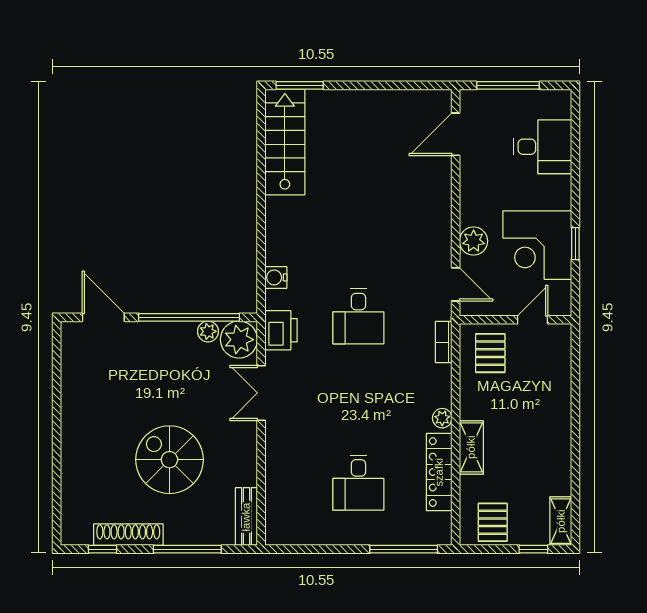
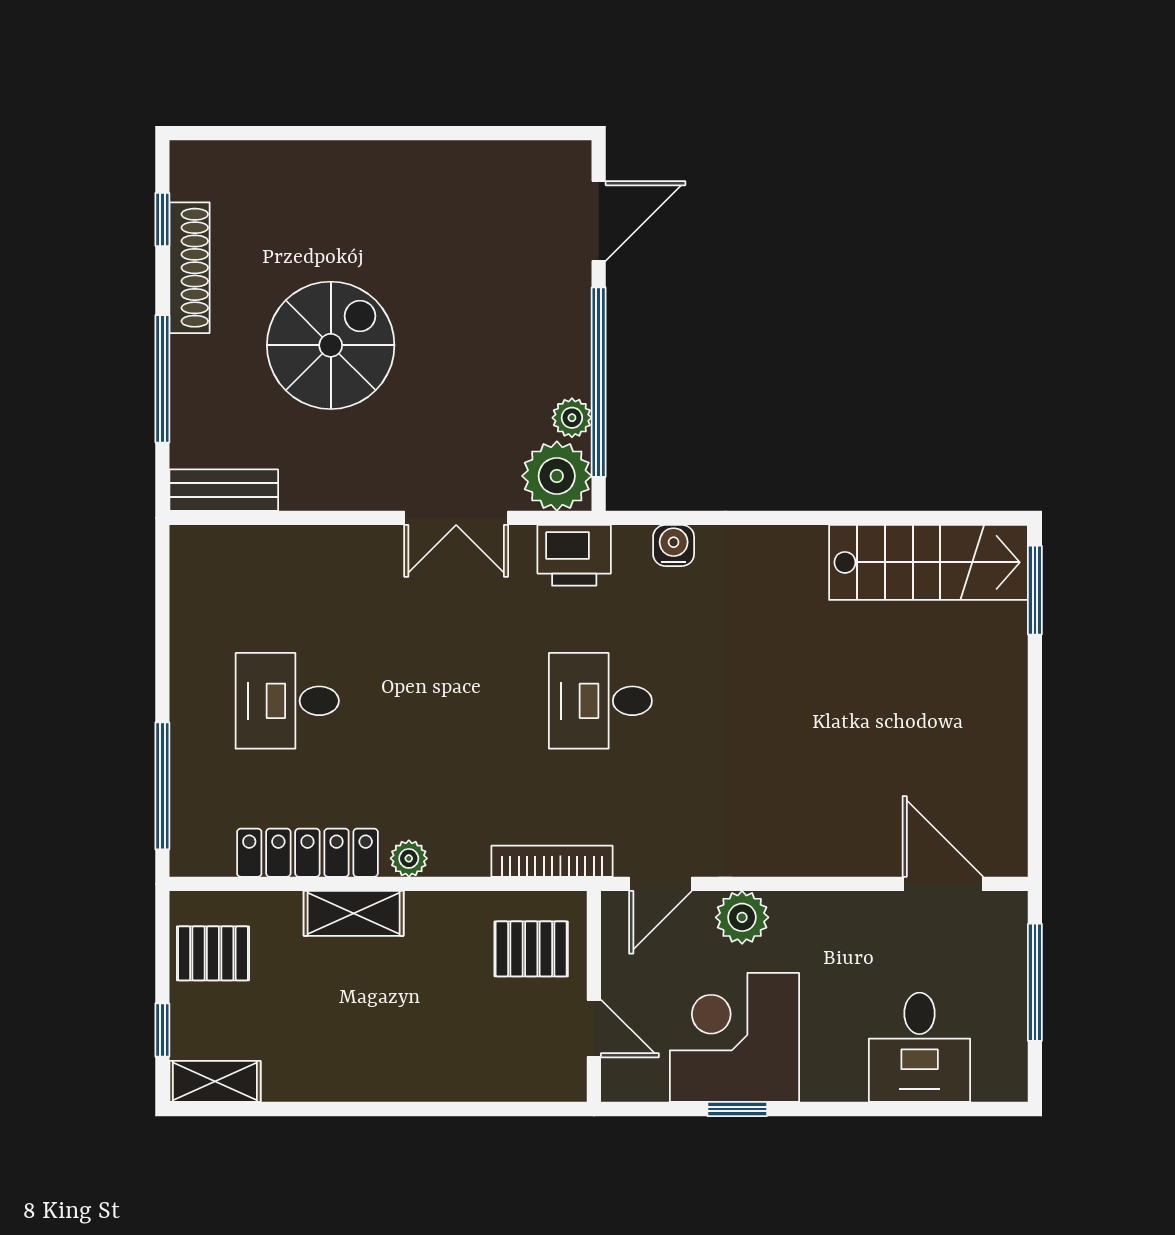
bookcase: (444, 342) -> (552, 861), width x1.56
double door: (261, 393) -> (456, 518), swing flipped

